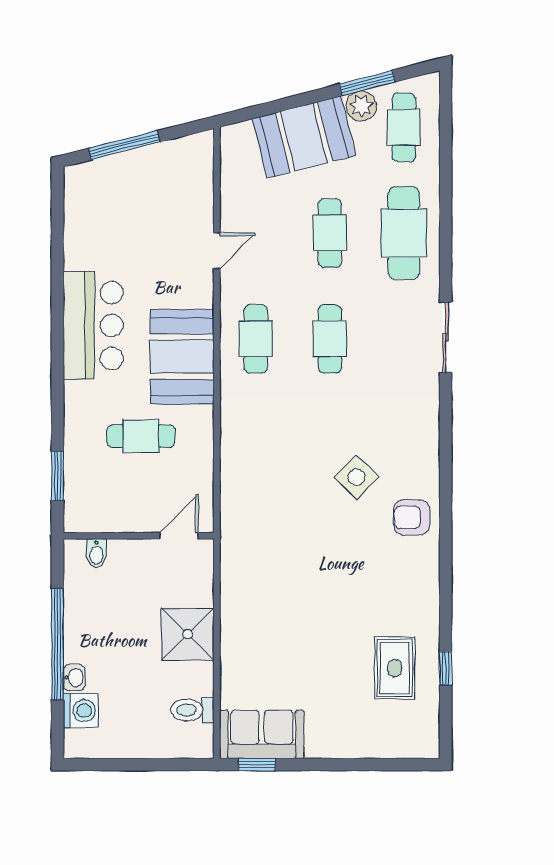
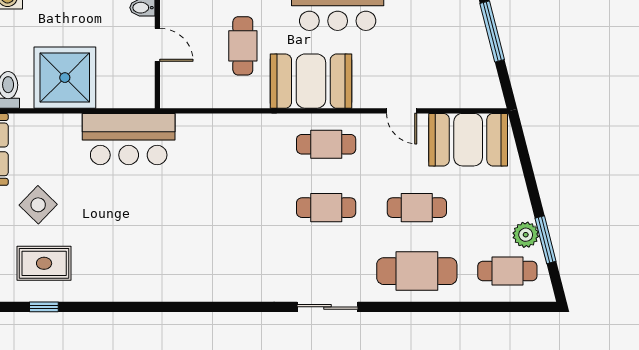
booth: (304, 137) -> (468, 140), moved, turned -76
side table: (356, 477) -> (38, 205), moved
armchair: (412, 517) -> (173, 278), removed
door: (179, 536) -> (157, 45), moved
bar counter: (250, 569) -> (129, 139), added
shower: (188, 634) -> (65, 78), width x1.37, depth x1.37

